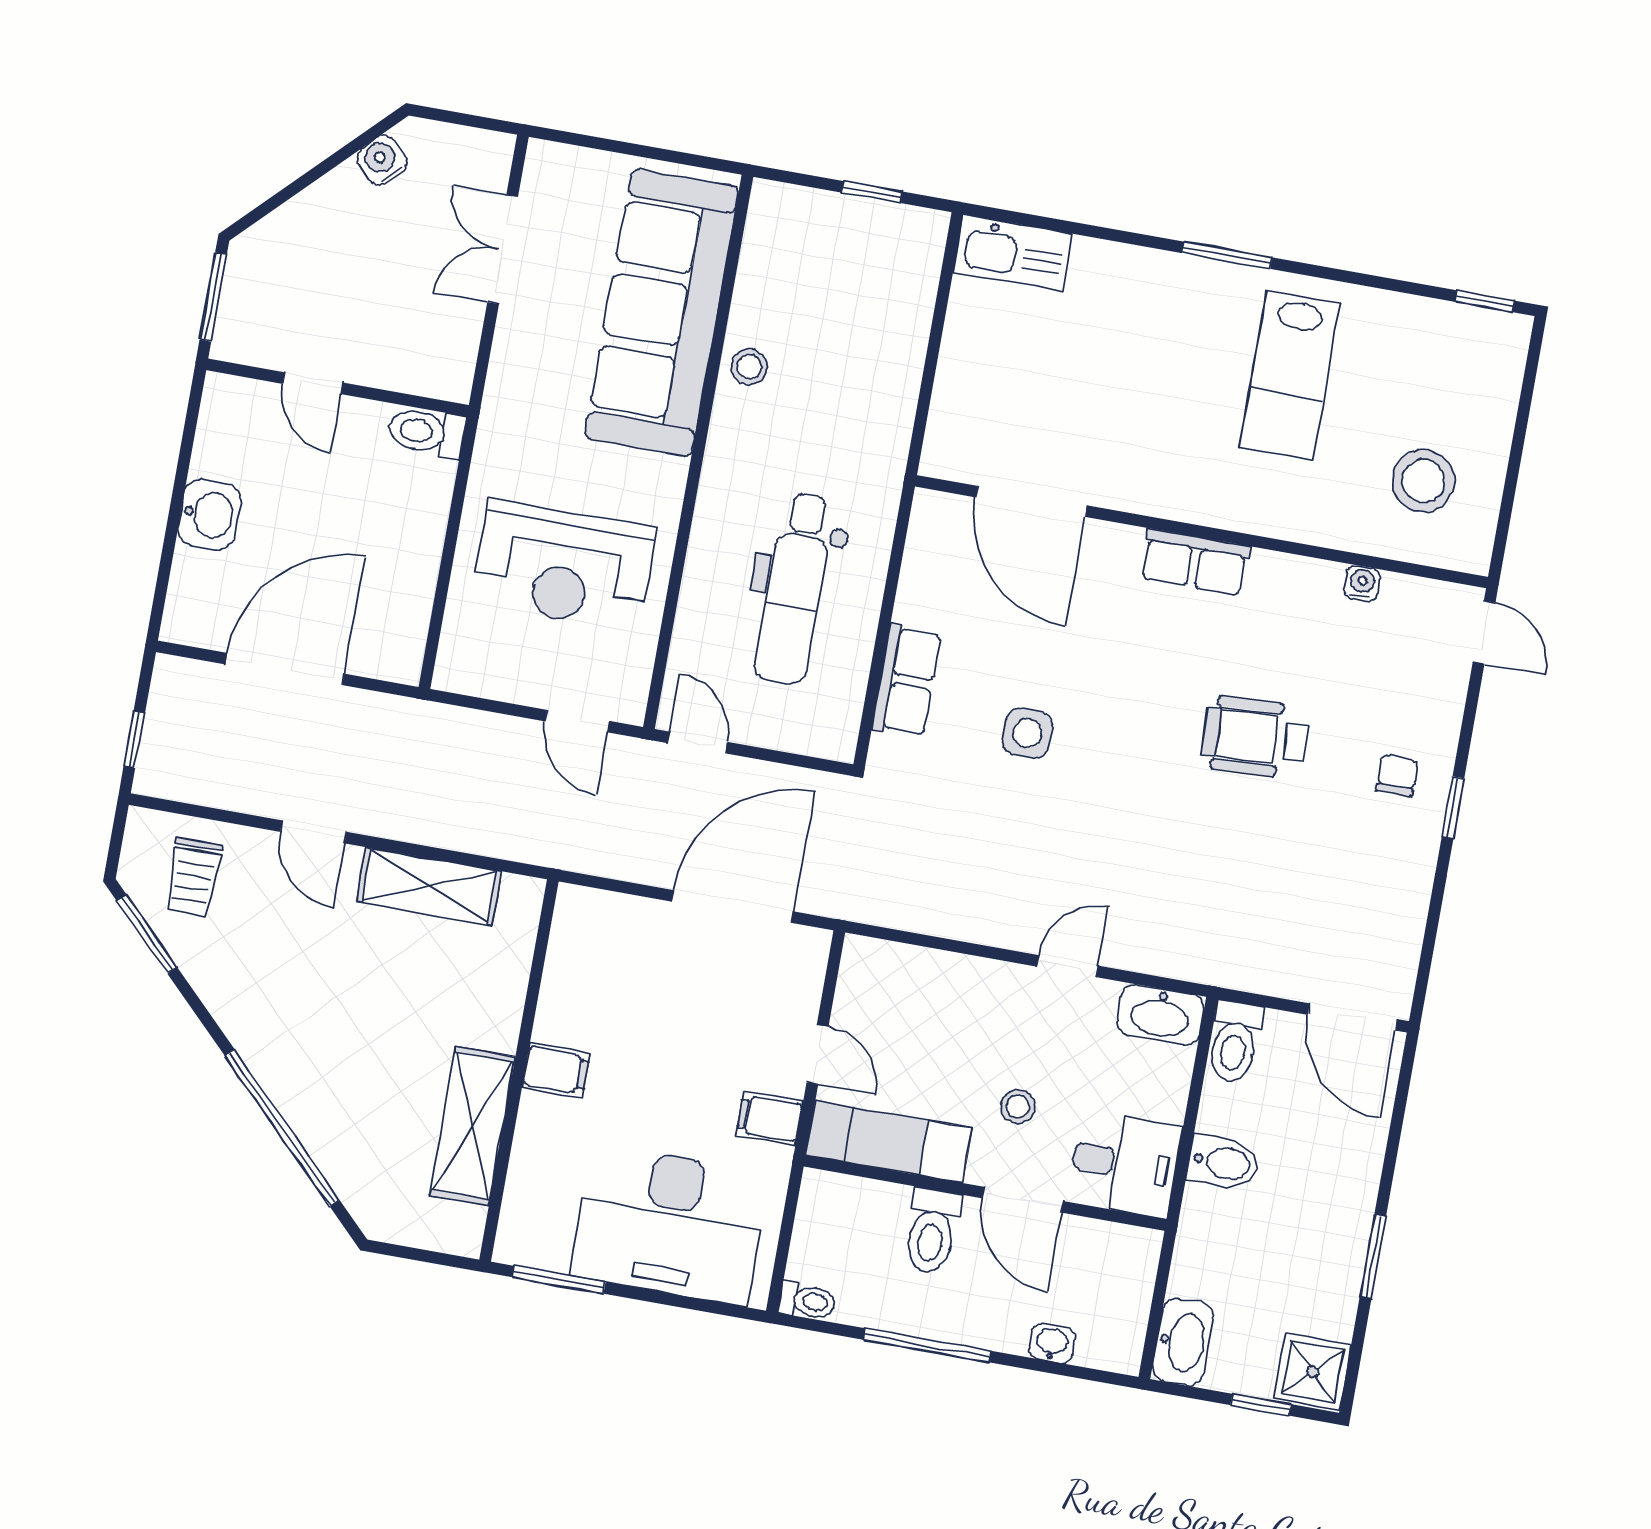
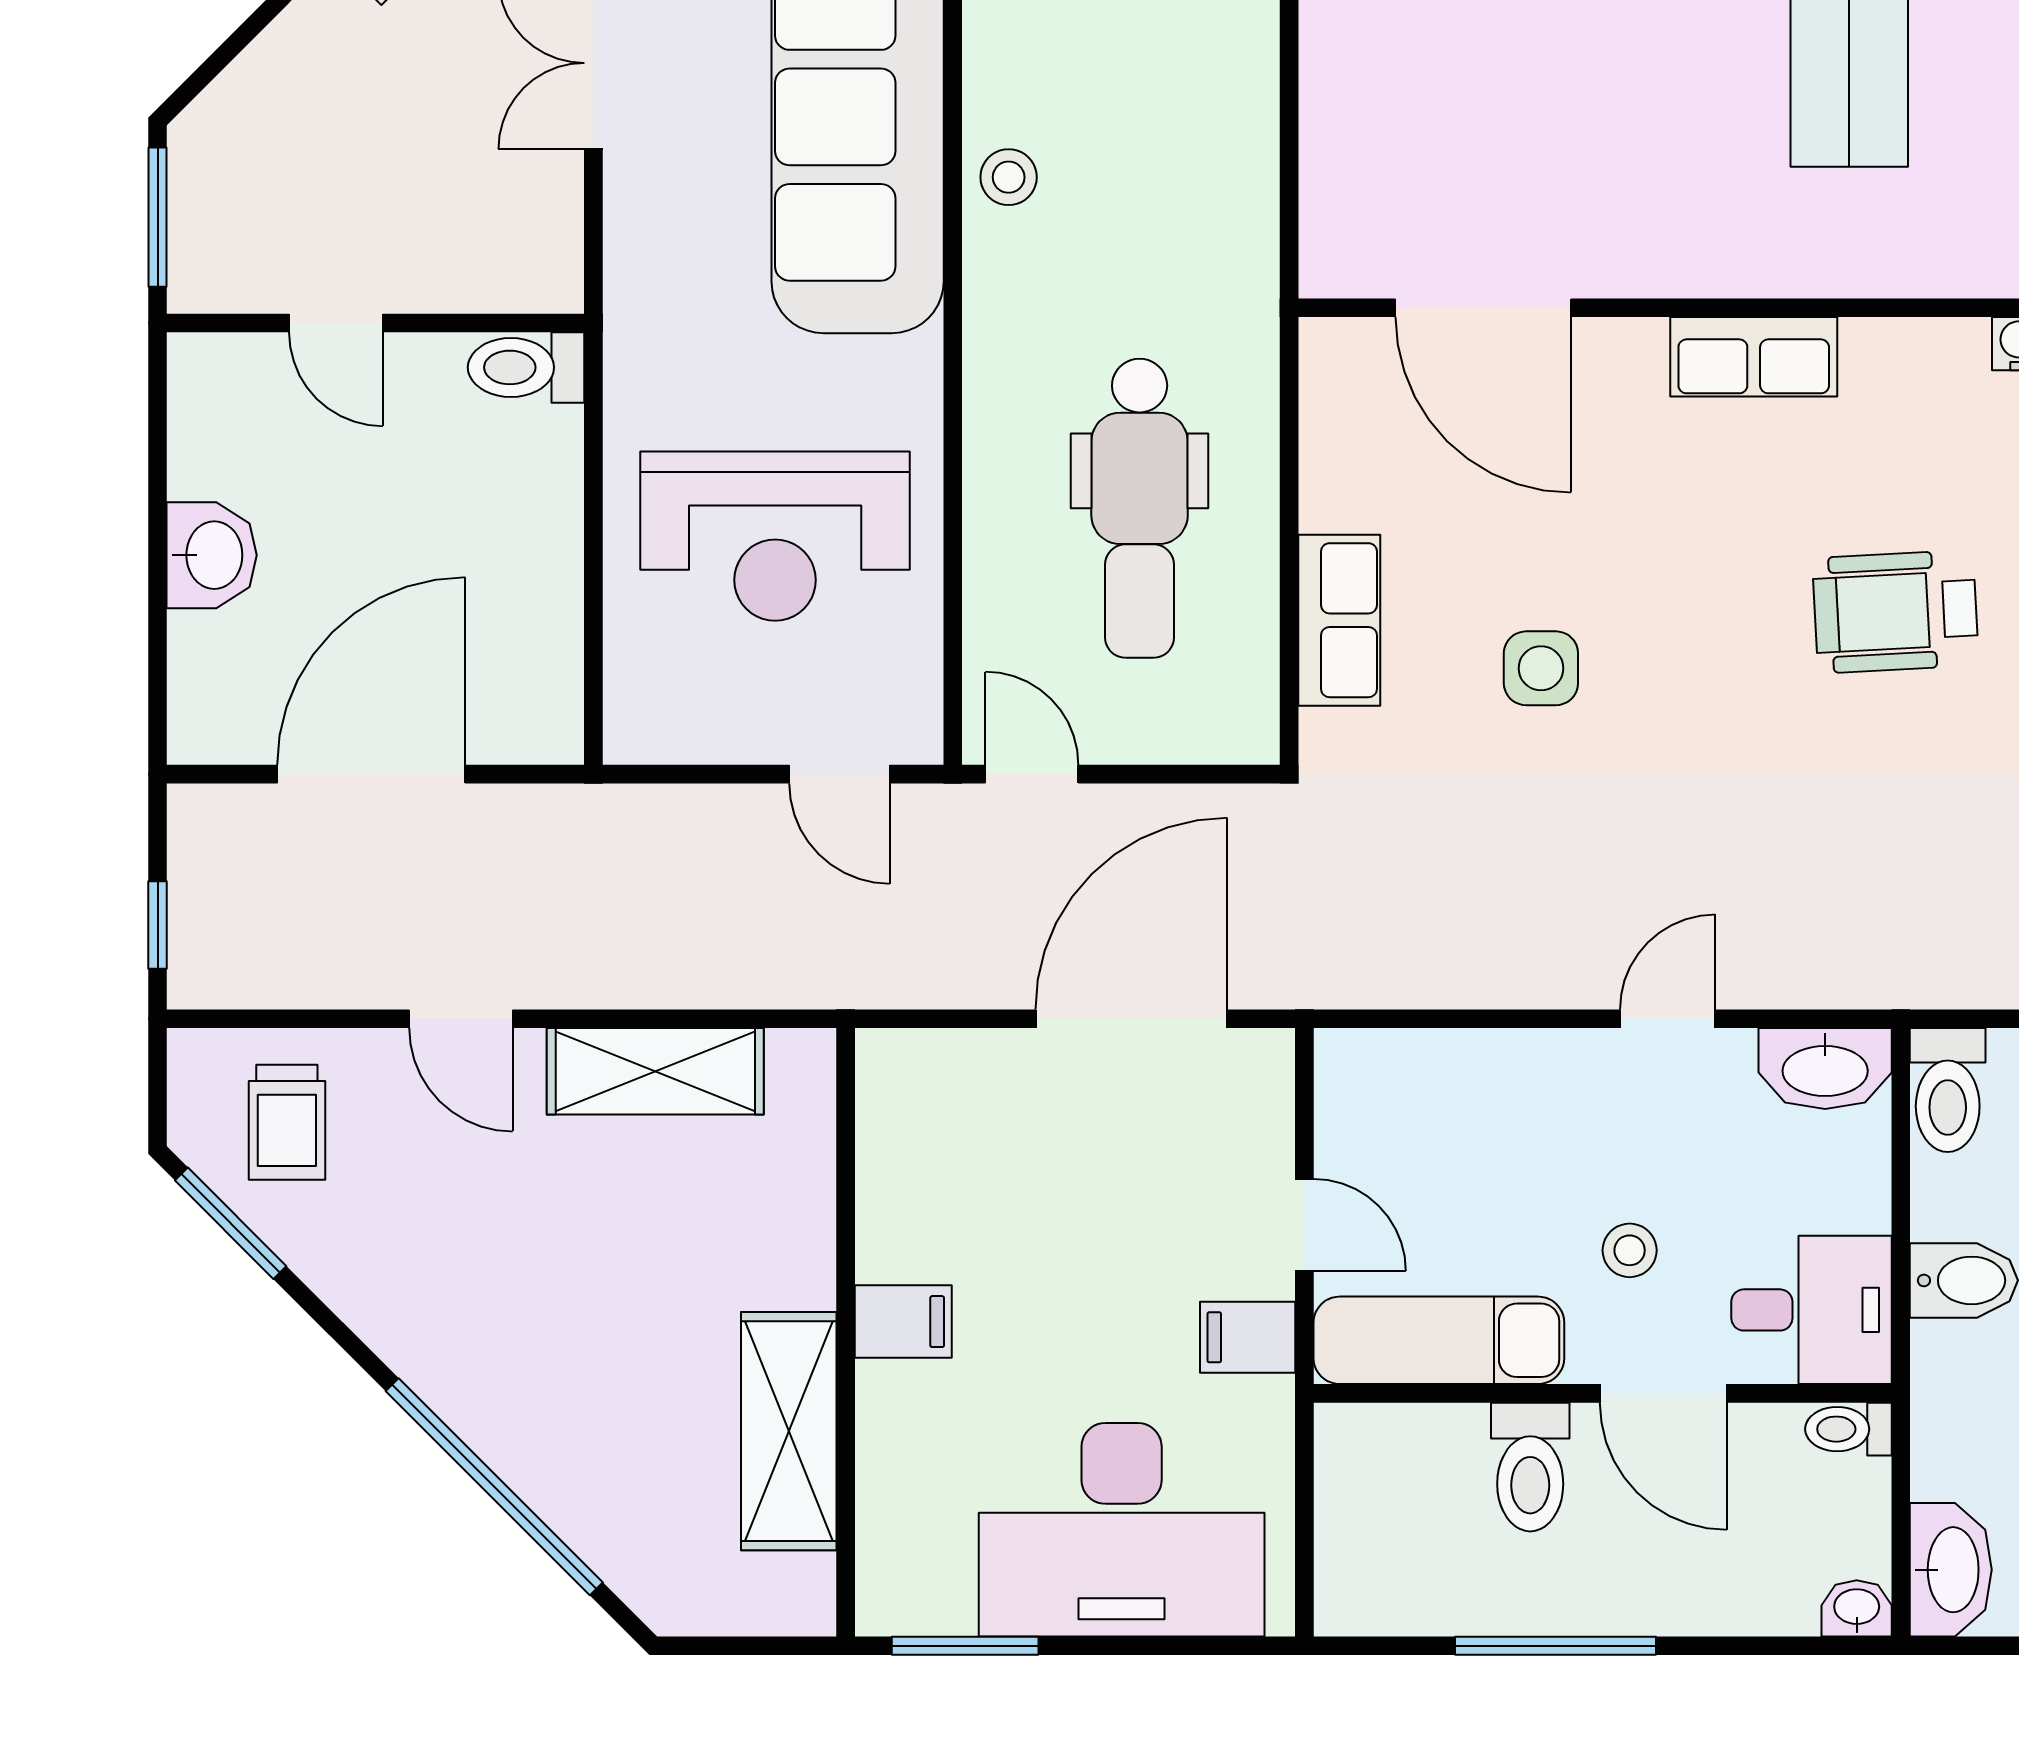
toilet: (807, 1301) -> (1848, 1429), moved, turned 180
washbasin: (1052, 1343) -> (1857, 1608), moved

